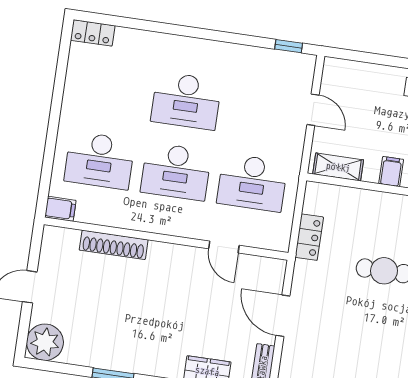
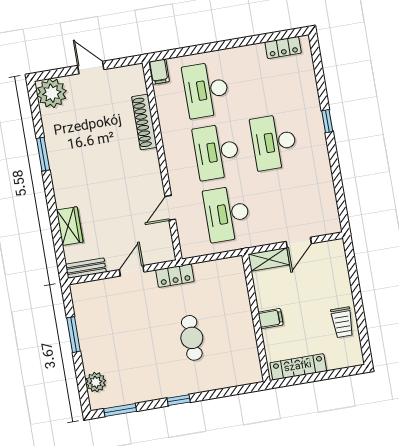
locker: (93, 33) -> (283, 48), moved, turned -90
window: (289, 46) -> (327, 121), moved
shelving: (338, 167) -> (269, 259), moved, turned 90
locker: (309, 237) -> (175, 276), moved
door: (283, 316) -> (132, 271), width x0.73

